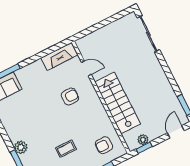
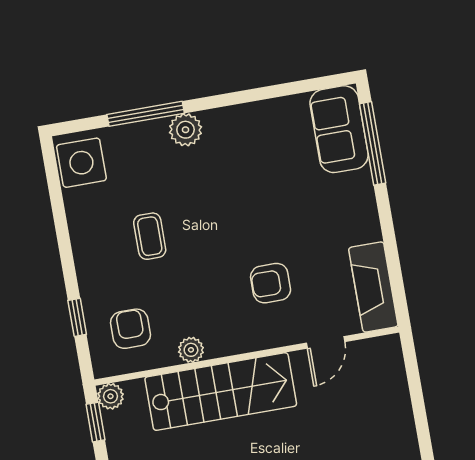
armchair: (70, 97) -> (271, 283), turned 90
plant: (105, 119) -> (191, 350), added
plant: (143, 140) -> (111, 396), moved

